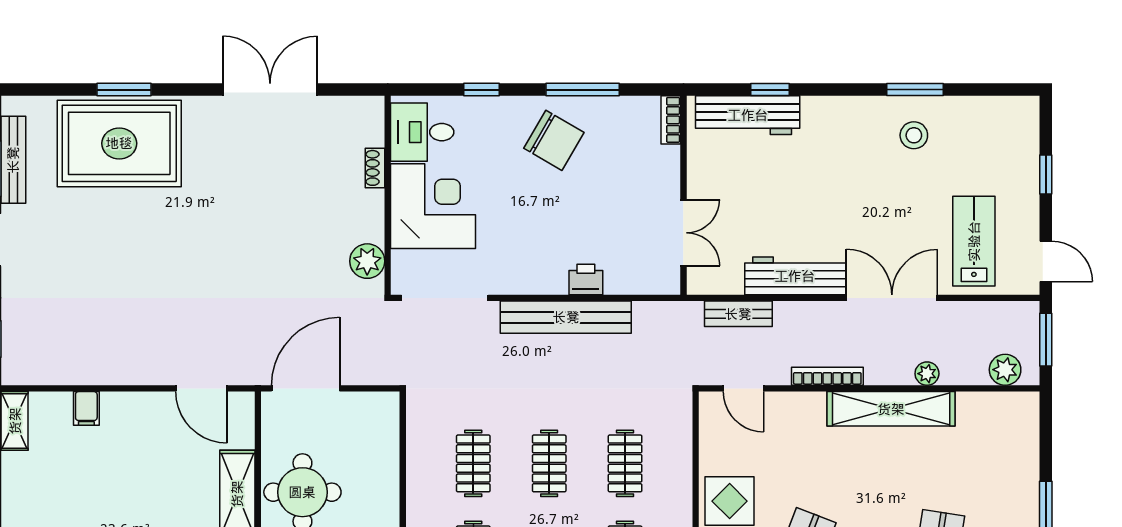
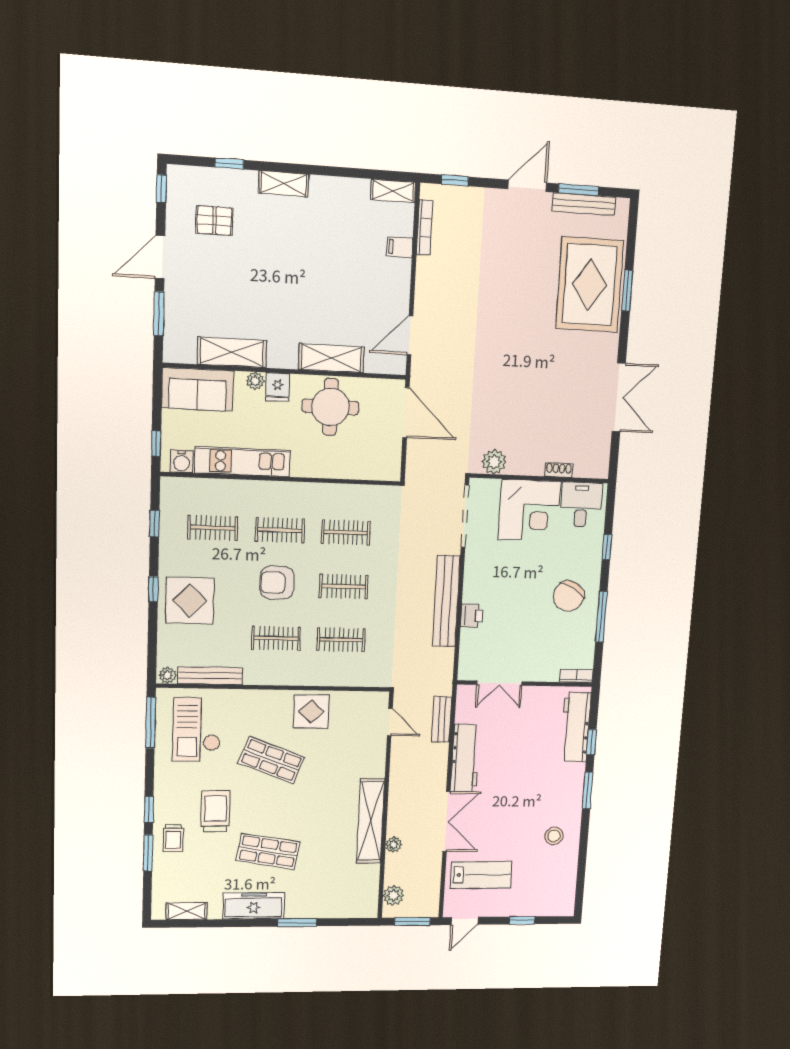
window: (915, 90) -> (588, 790), moved
bookcase: (827, 376) -> (425, 227), moved
door: (743, 388) -> (390, 722), swing flipped

